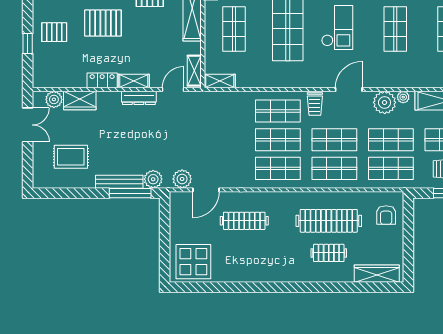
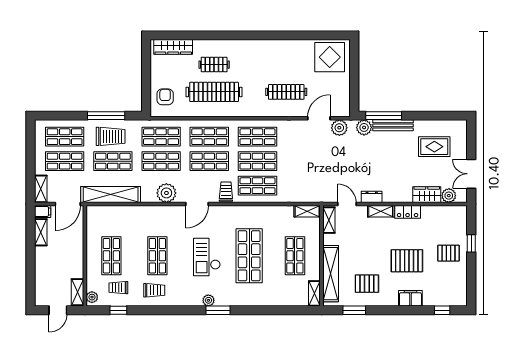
door: (173, 90) -> (347, 204), swing flipped
plant: (403, 97) -> (151, 198), removed
dresser: (139, 98) -> (372, 197), width x0.70

